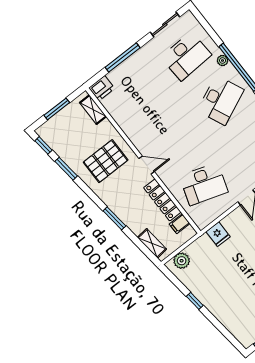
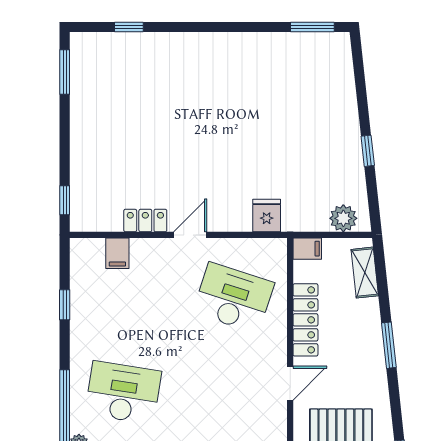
desk: (220, 100) -> (123, 393), turned 33
door: (147, 165) -> (290, 383), swing flipped
filing cabinet: (180, 224) -> (307, 249), moved

